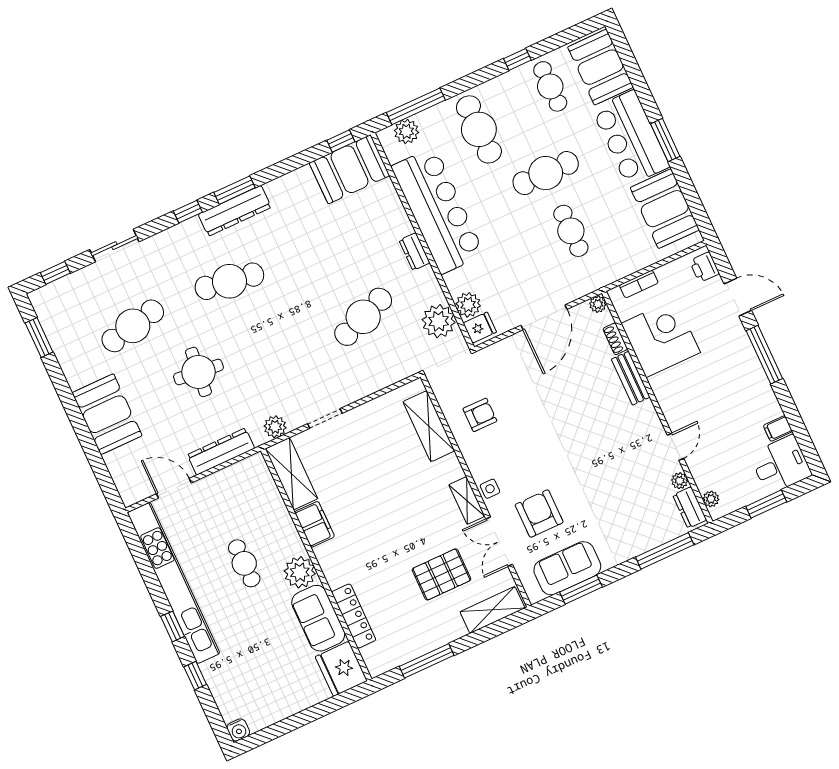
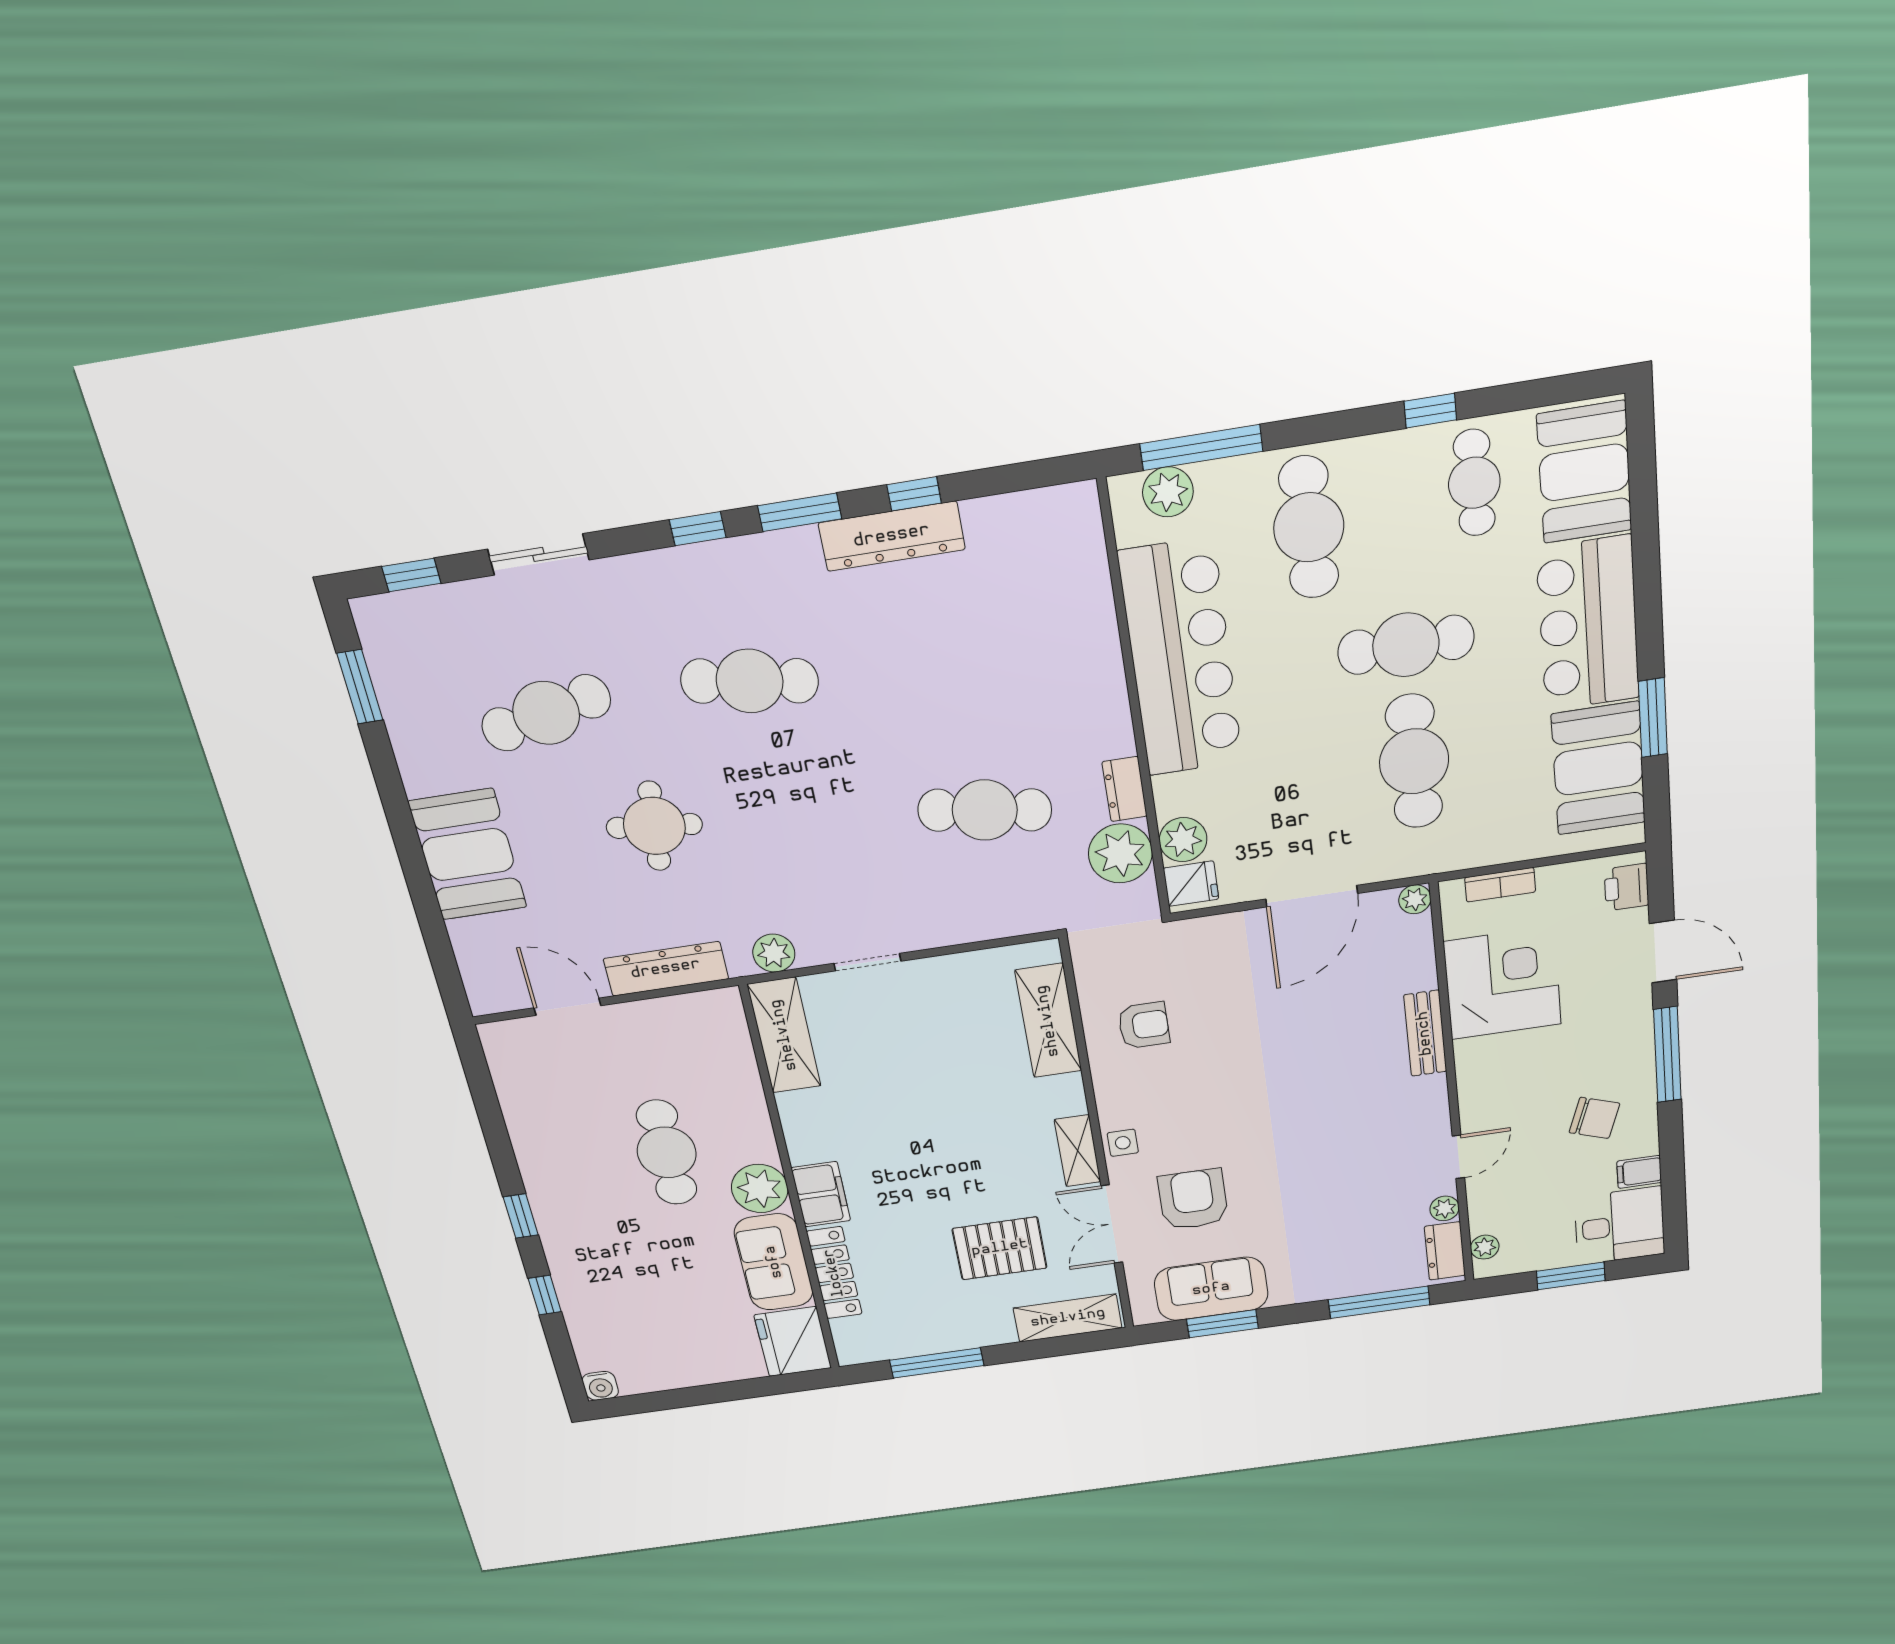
window: (665, 140) -> (1653, 718), moved
window: (341, 141) -> (914, 494), moved
booth: (349, 169) -> (1036, 534), removed
dresser: (235, 211) -> (892, 536), moved
cafe table: (571, 231) -> (1414, 761), width x1.37, depth x1.35
dresser: (415, 252) -> (1125, 789), moved
cafe table: (363, 317) -> (985, 810), turned 30
shoe rack: (615, 339) -> (1423, 964), removed
chair: (740, 403) -> (1594, 1118), added
filing cabinet: (314, 524) -> (821, 1194), moved
cafe table: (244, 563) -> (667, 1152), width x1.37, depth x1.35
kitchen unit: (174, 583) -> (536, 1152), removed

